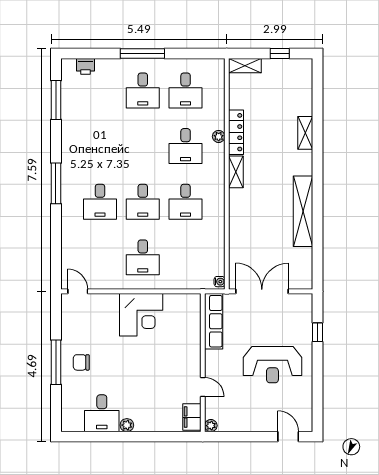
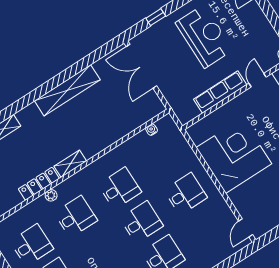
water cooler: (219, 282) -> (152, 130), moved
double door: (262, 291) -> (142, 66), moved
corner desk: (141, 315) -> (234, 156), width x1.36, depth x1.36
row of seats: (214, 321) -> (220, 92), moved

